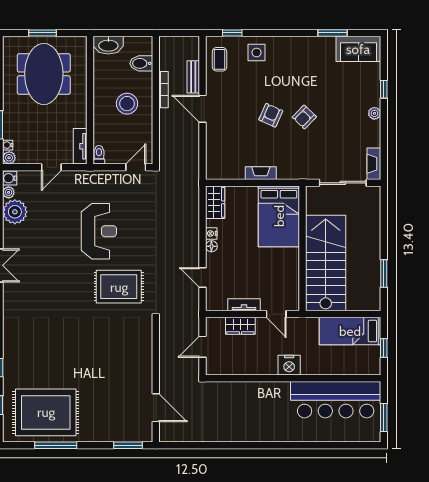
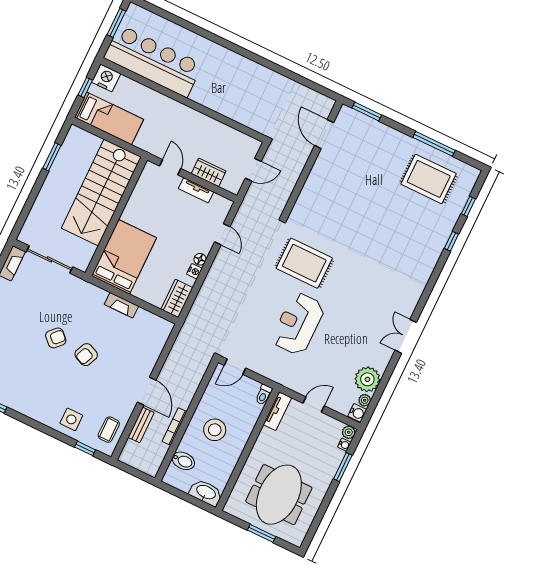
nightstand: (289, 365) -> (106, 78), moved
rug: (46, 412) -> (429, 179), width x0.73, depth x0.69

